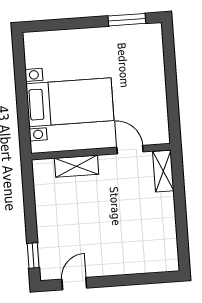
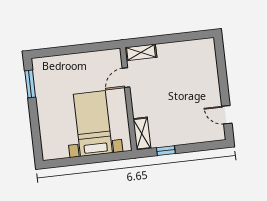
shelving: (77, 166) -> (142, 134), moved
window: (33, 255) -> (166, 151), moved

